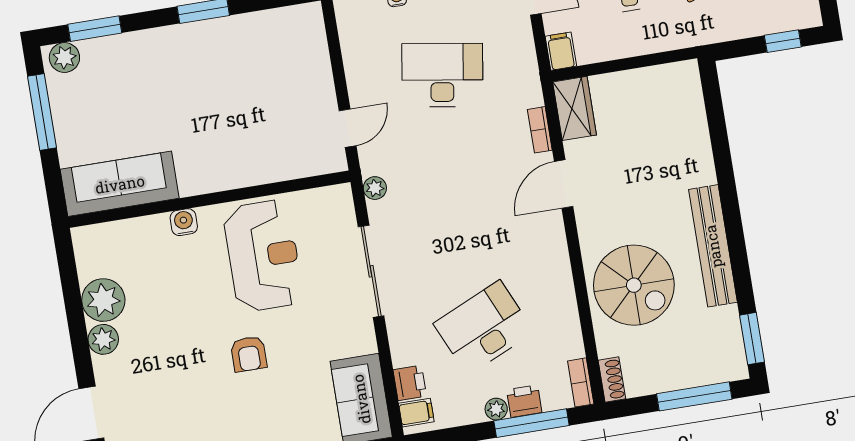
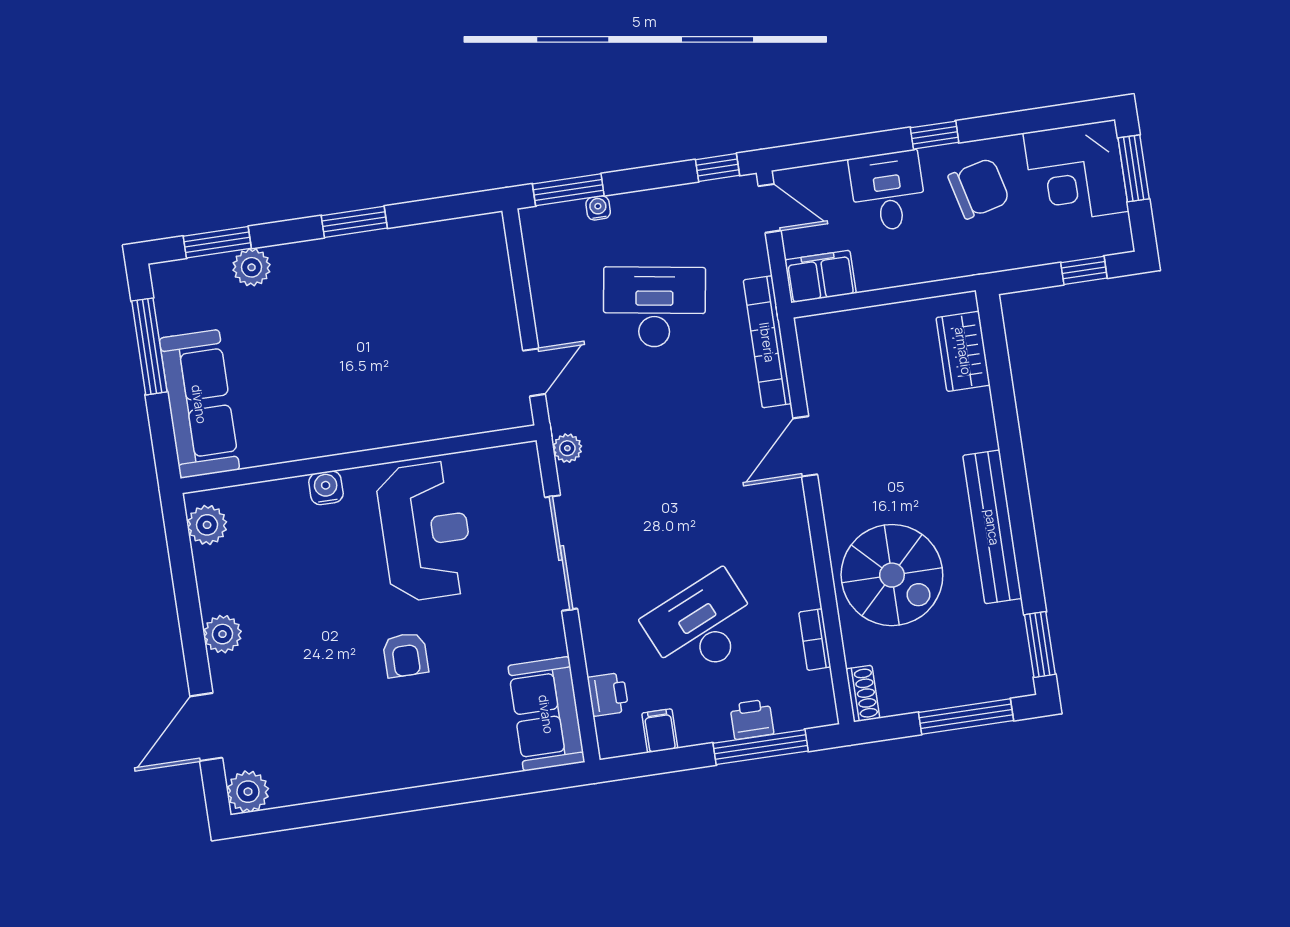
filing cabinet: (561, 51) -> (820, 277), width x2.00
plant: (64, 58) -> (252, 267), moved
wardrobe: (575, 108) -> (963, 351), moved, turned 180
bookcase: (540, 130) -> (767, 342), width x2.31, depth x1.31
sofa: (120, 184) -> (199, 404), moved, turned 90
plant: (103, 300) -> (207, 525), moved, width x0.73, depth x0.73
bookcase: (581, 382) -> (815, 640), moved
plant: (496, 409) -> (716, 729), removed
filing cabinet: (416, 413) -> (660, 731), moved, turned -90

